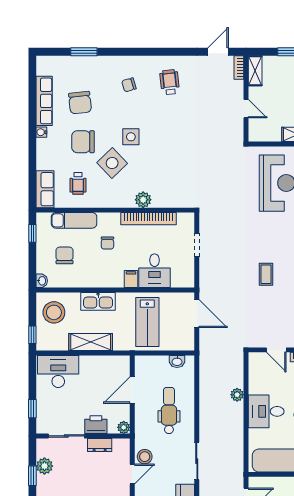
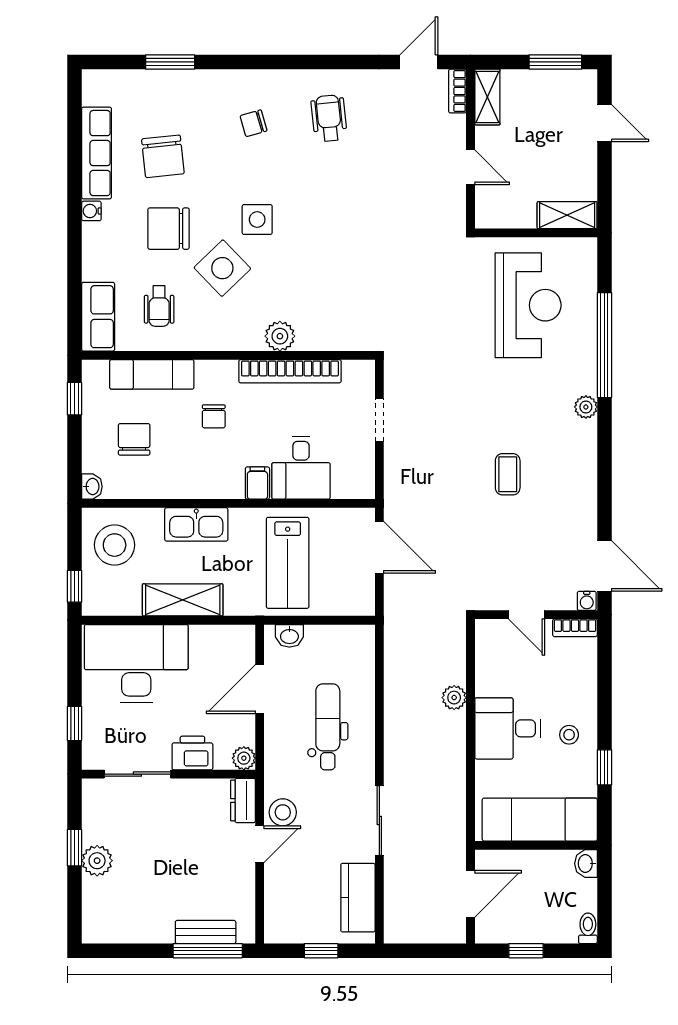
washbasin: (177, 361) -> (289, 636), moved
desk: (58, 371) -> (136, 663), width x1.36, depth x1.30
dresser: (100, 445) -> (243, 801), moved, turned 90
plant: (44, 466) -> (97, 861), moved

